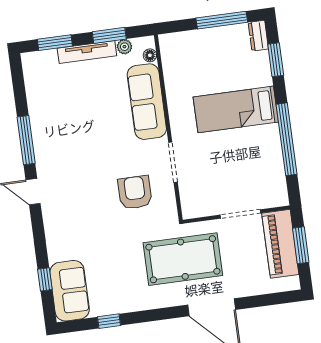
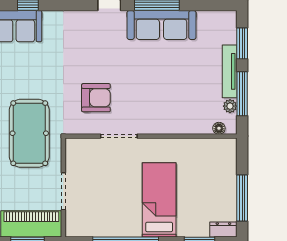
window: (109, 35) -> (242, 94), width x1.44
sofa: (147, 102) -> (162, 25), moved, turned 180

